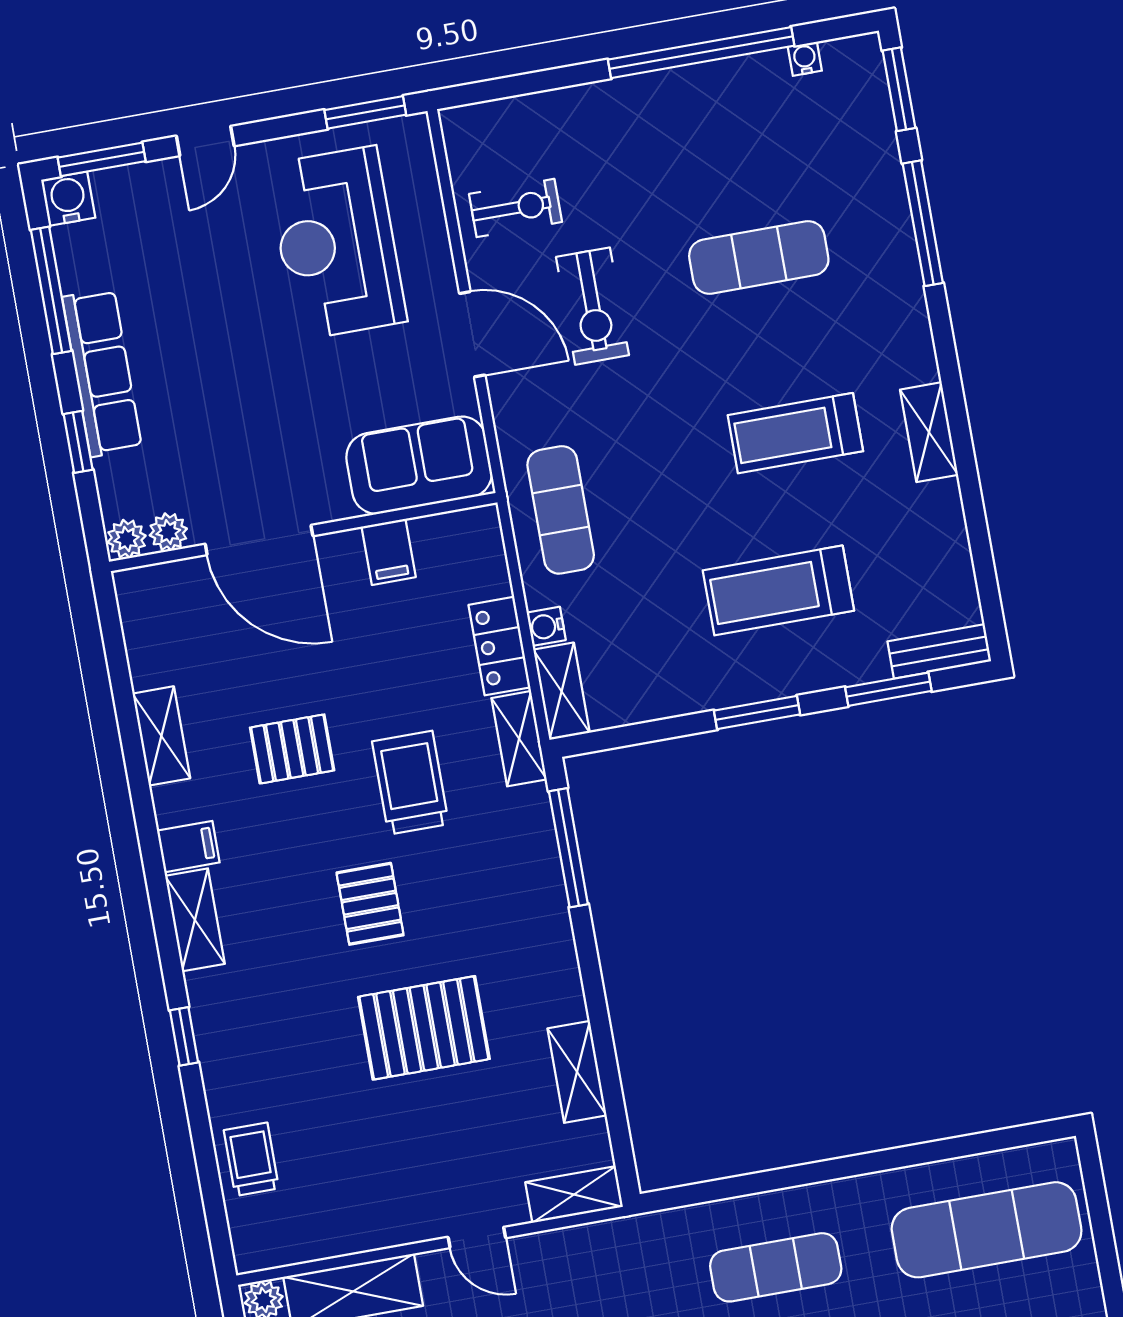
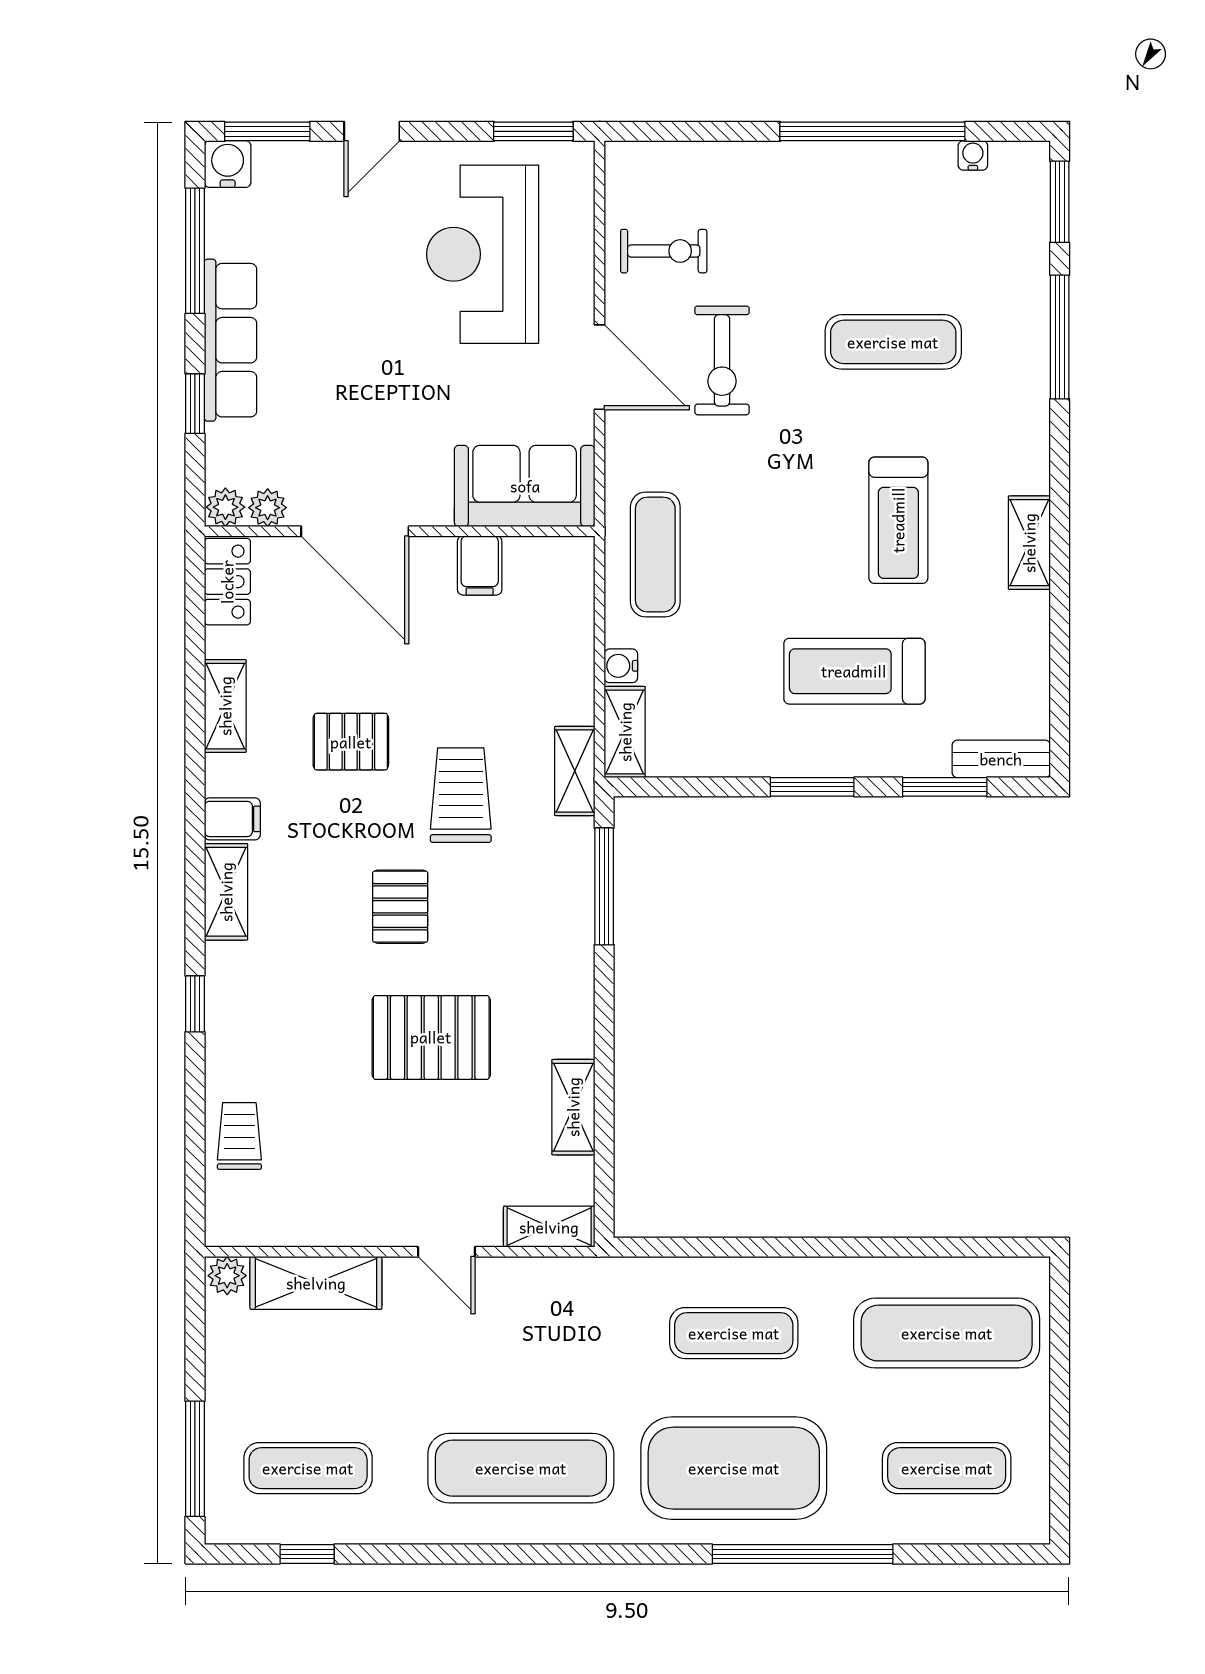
treadmill: (795, 433) -> (898, 520), turned -90
locker: (499, 646) -> (227, 582), moved, turned 180

